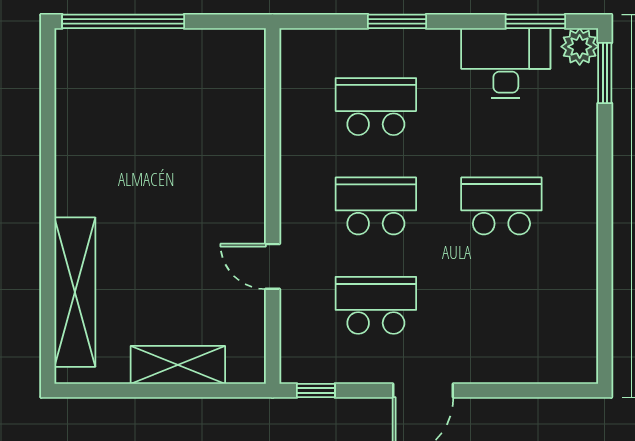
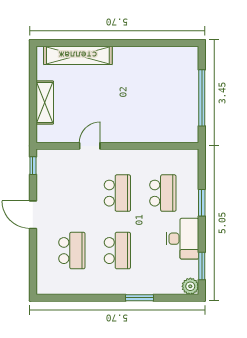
window: (123, 21) -> (202, 98), moved
desk: (506, 63) -> (183, 239), moved
window: (605, 73) -> (140, 298), moved
school desk: (376, 305) -> (72, 251), moved

